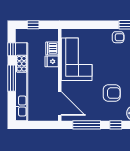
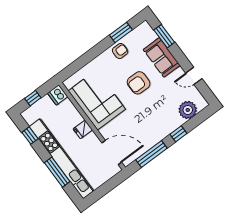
dishwasher: (52, 48) -> (58, 95), moved
fridge: (52, 61) -> (83, 129), moved
window: (12, 78) -> (57, 172), moved
armchair: (112, 93) -> (139, 83), moved, turned 180

